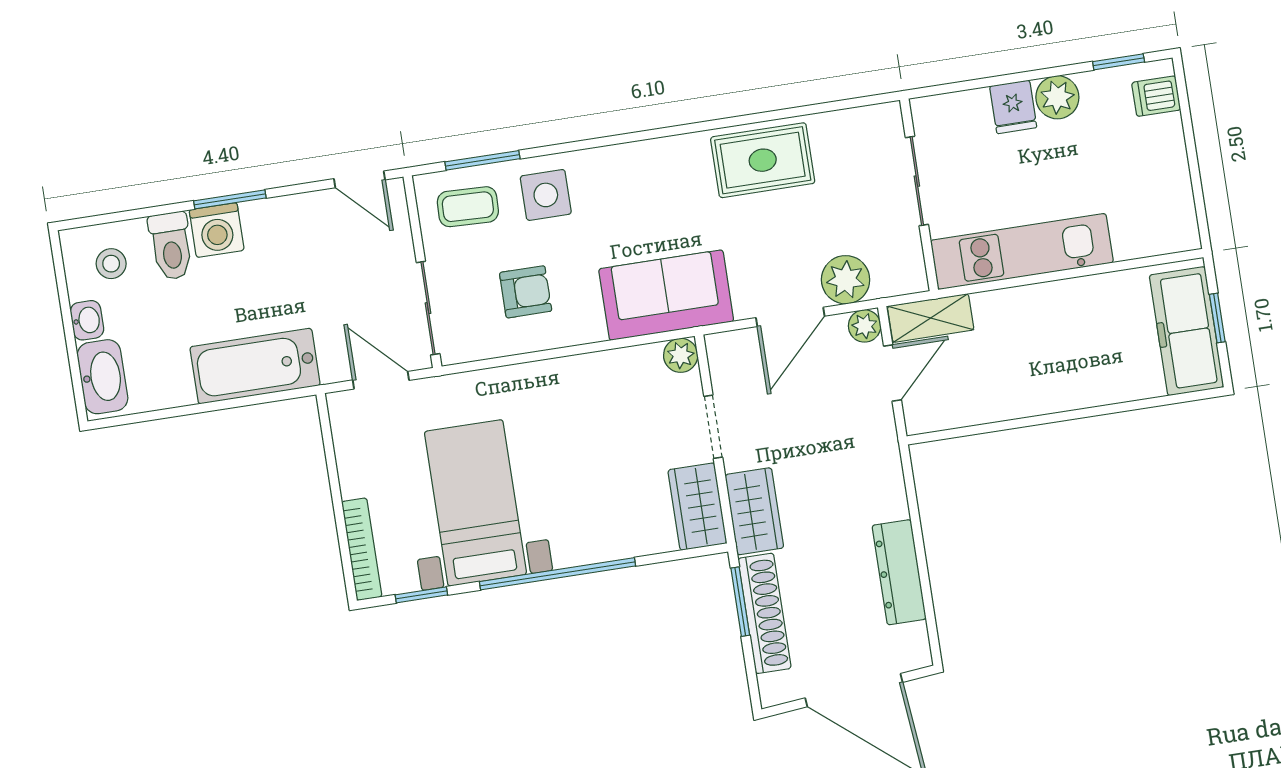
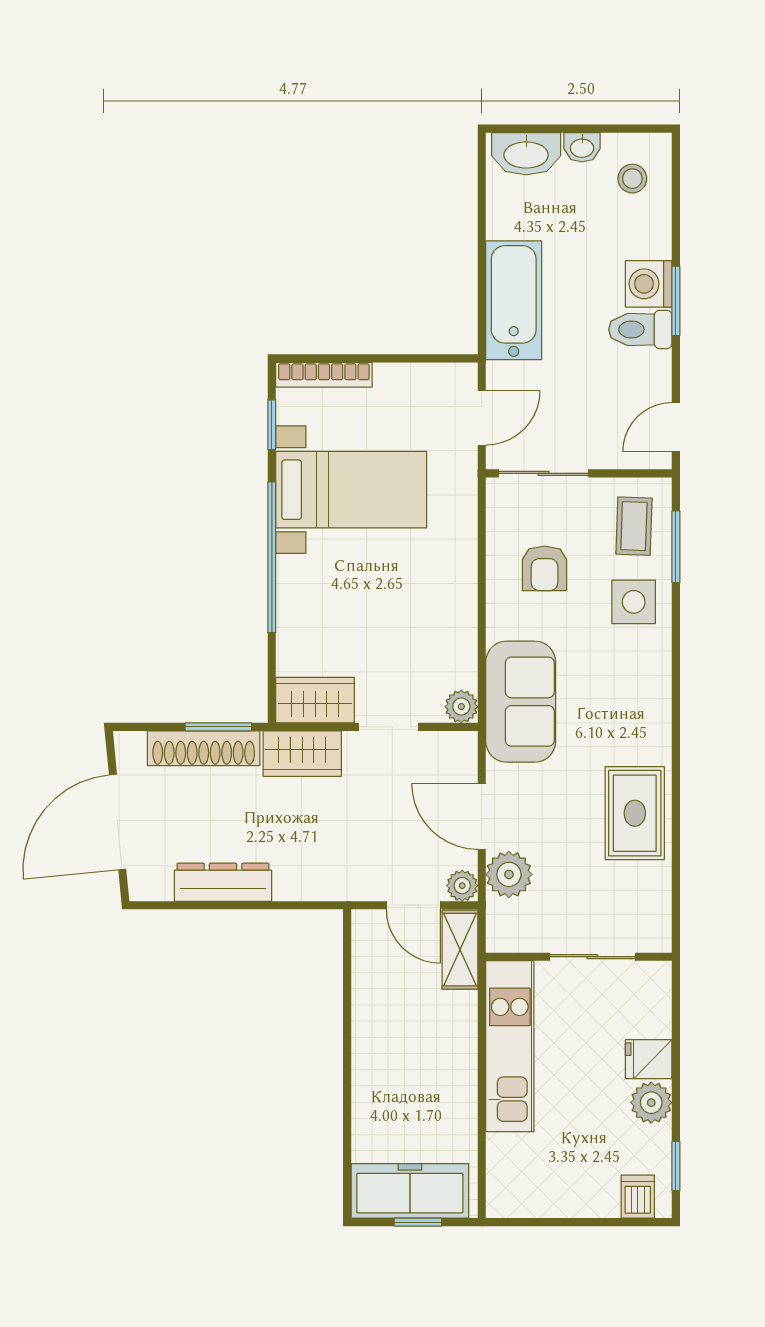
toilet: (171, 246) -> (640, 329), moved

